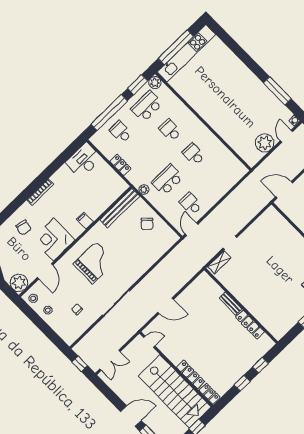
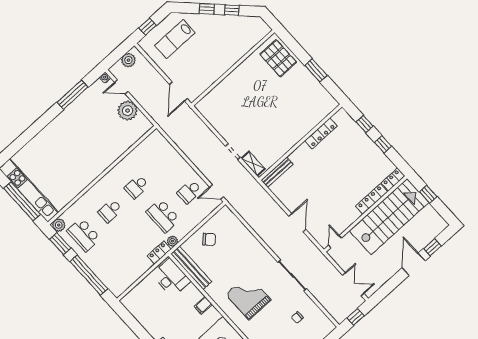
school desk: (121, 132) -> (110, 264), removed
desk: (84, 161) -> (171, 278), moved, turned 180
locker: (120, 165) -> (159, 252), moved
bench: (230, 303) -> (277, 172), moved, width x1.36

